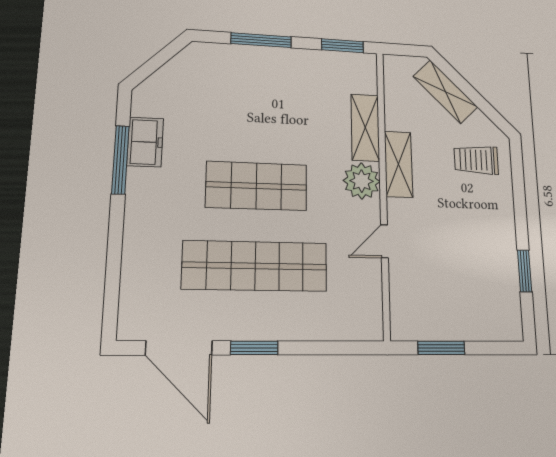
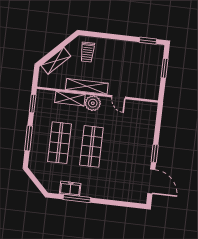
shelving: (398, 164) -> (87, 86), width x1.47
shop shelf: (255, 266) -> (59, 143), moved, width x0.71
window: (525, 271) -> (148, 41), moved
door: (179, 348) -> (151, 181), hinge flipped
window: (441, 348) -> (164, 68), moved

